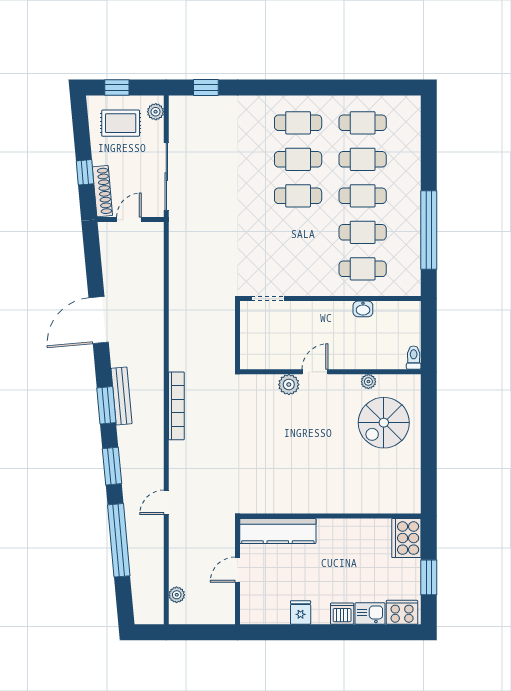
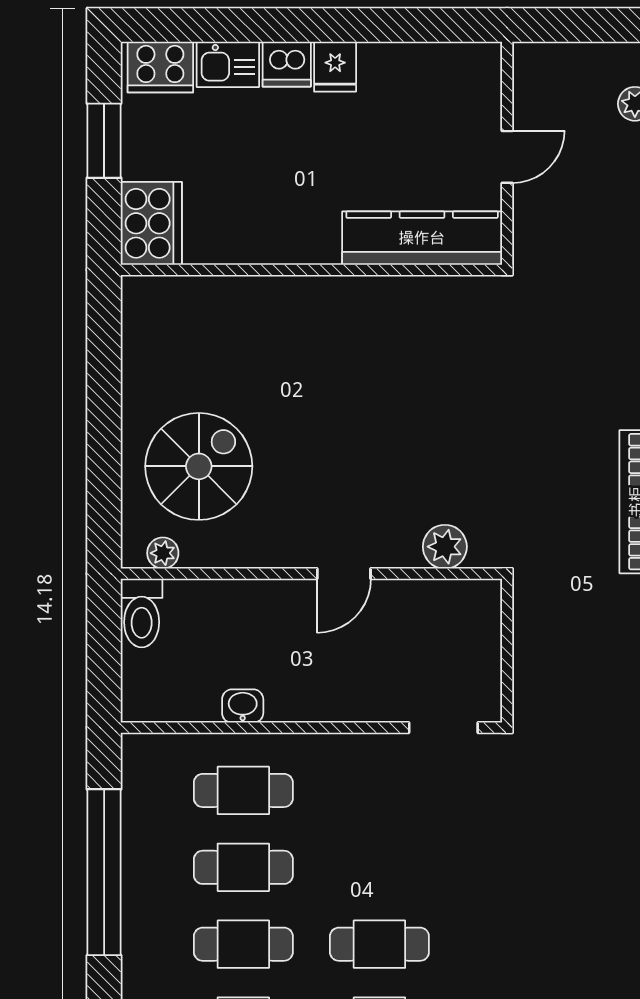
toilet: (414, 358) -> (142, 613), width x1.37, depth x1.39
plant: (368, 382) -> (163, 553), moved
plant: (289, 385) -> (445, 547), moved
fridge: (301, 612) -> (335, 67), moved

